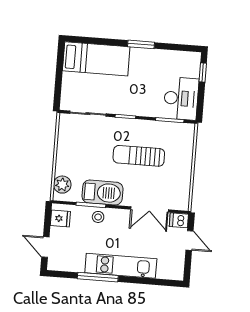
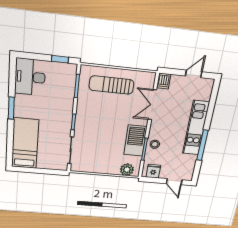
window: (203, 73) -> (60, 59), moved
desk: (181, 98) -> (30, 77), moved, turned -90
sun lounger: (139, 156) -> (111, 85), moved, turned 90
double door: (150, 209) -> (152, 105), swing flipped
door: (190, 240) -> (194, 74), moved
door: (45, 247) -> (174, 182), hinge flipped

